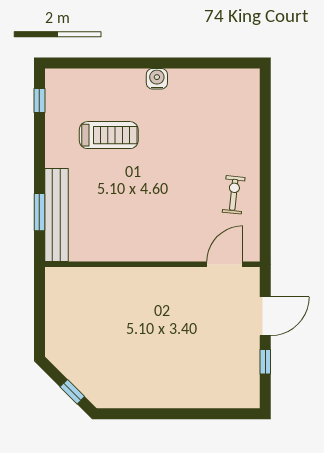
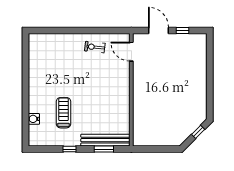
water cooler: (157, 79) -> (34, 119), moved
window: (39, 100) -> (70, 149), moved

